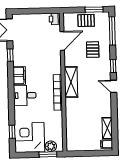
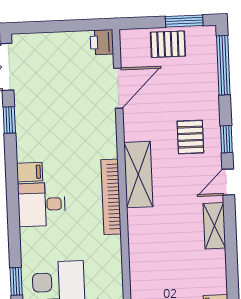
pallet: (93, 50) -> (190, 137), moved
filing cabinet: (19, 75) -> (30, 172), width x0.50
door: (114, 86) -> (228, 182), hinge flipped
shelving: (107, 128) -> (214, 226), moved

